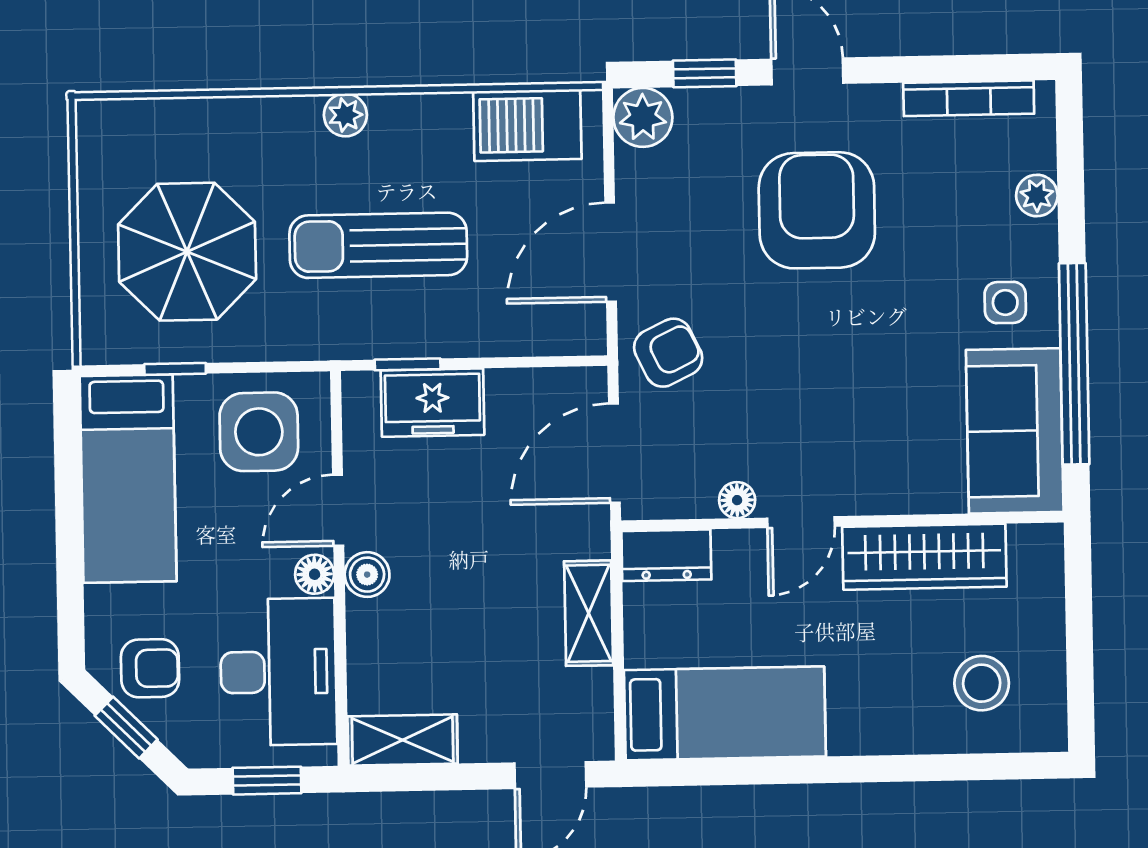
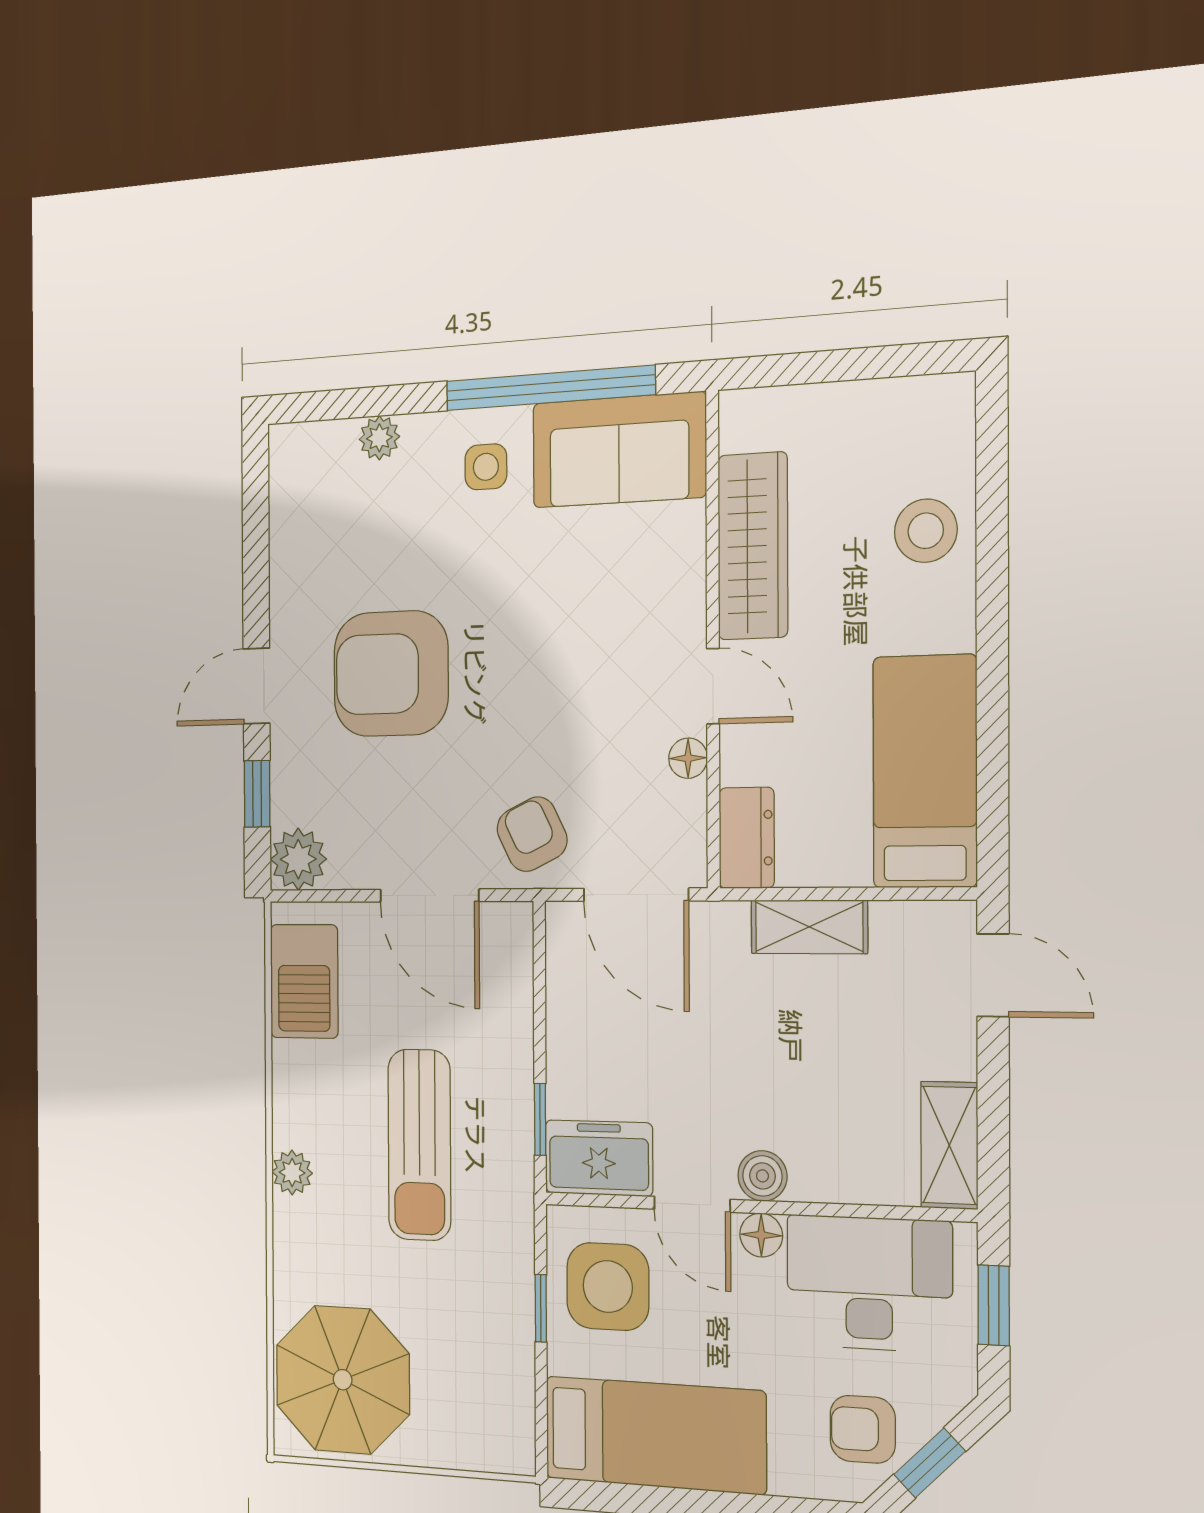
bookcase: (969, 98) -> (284, 515), removed
parasol: (187, 252) -> (343, 1380), moved
window: (175, 369) -> (541, 1308), moved
freezer: (433, 403) -> (599, 1158), moved, turned -90
armchair: (150, 668) -> (863, 1429), turned -90
stool: (982, 683) -> (926, 531), moved

